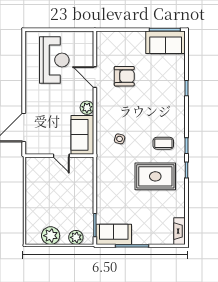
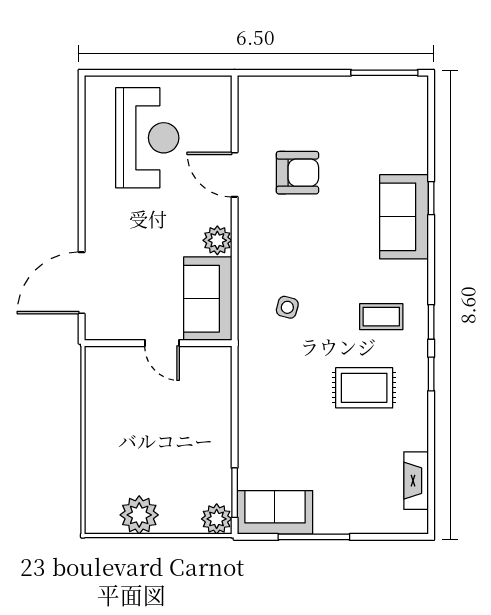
sofa: (166, 42) -> (404, 217), moved, turned 90
rug: (155, 176) -> (364, 388), width x0.73, depth x0.70
fireplace: (179, 231) -> (416, 481), moved
plant: (76, 237) -> (217, 519), moved

